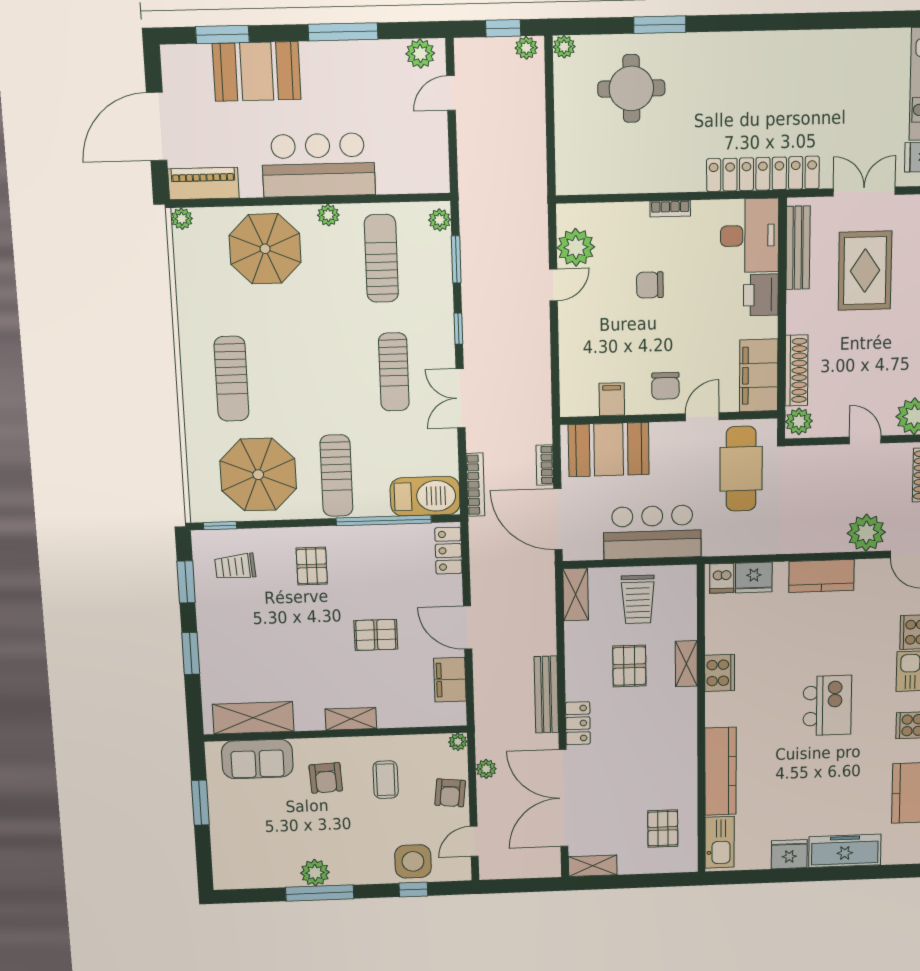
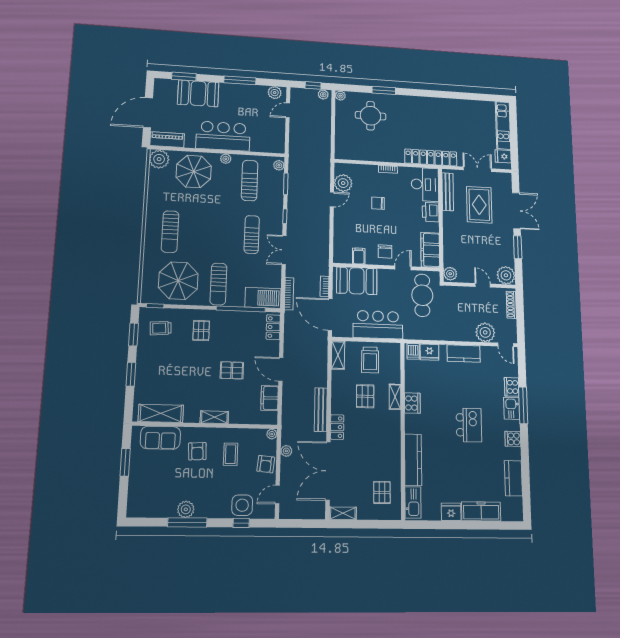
plant: (182, 219) -> (159, 159), width x1.87, depth x1.87
shoe rack: (797, 370) -> (448, 249), removed
sun lounger: (394, 372) -> (252, 235), turned 180

